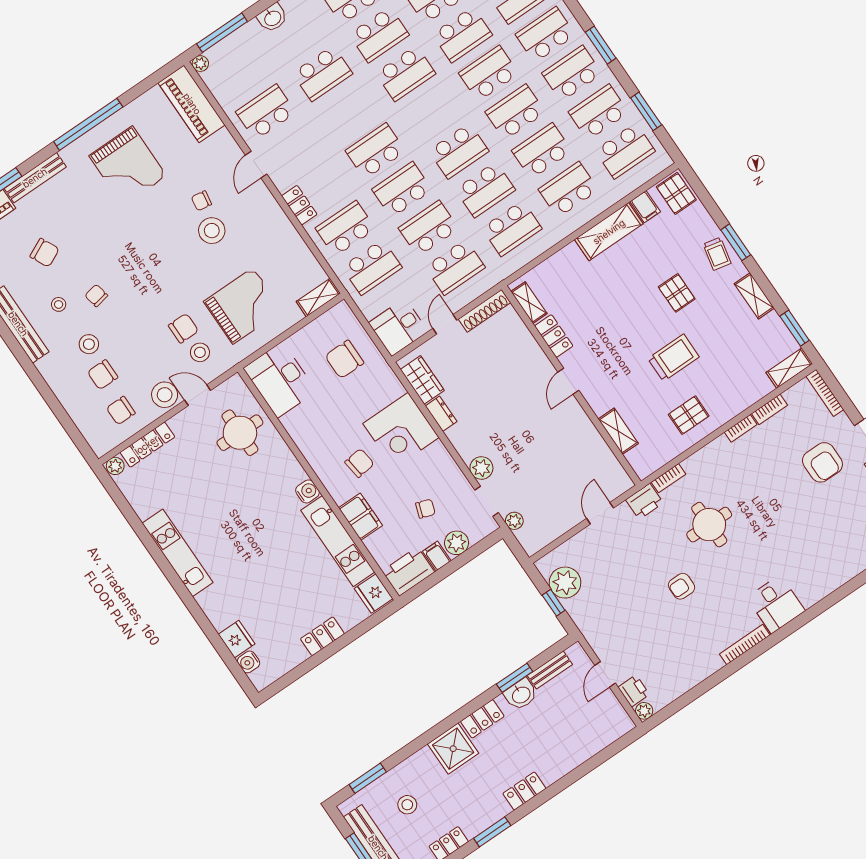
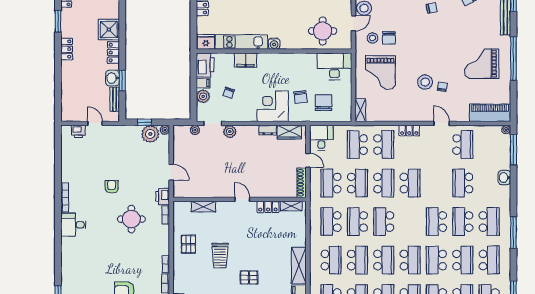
chair: (359, 463) -> (300, 97), moved
plant: (644, 711) -> (165, 130), moved

